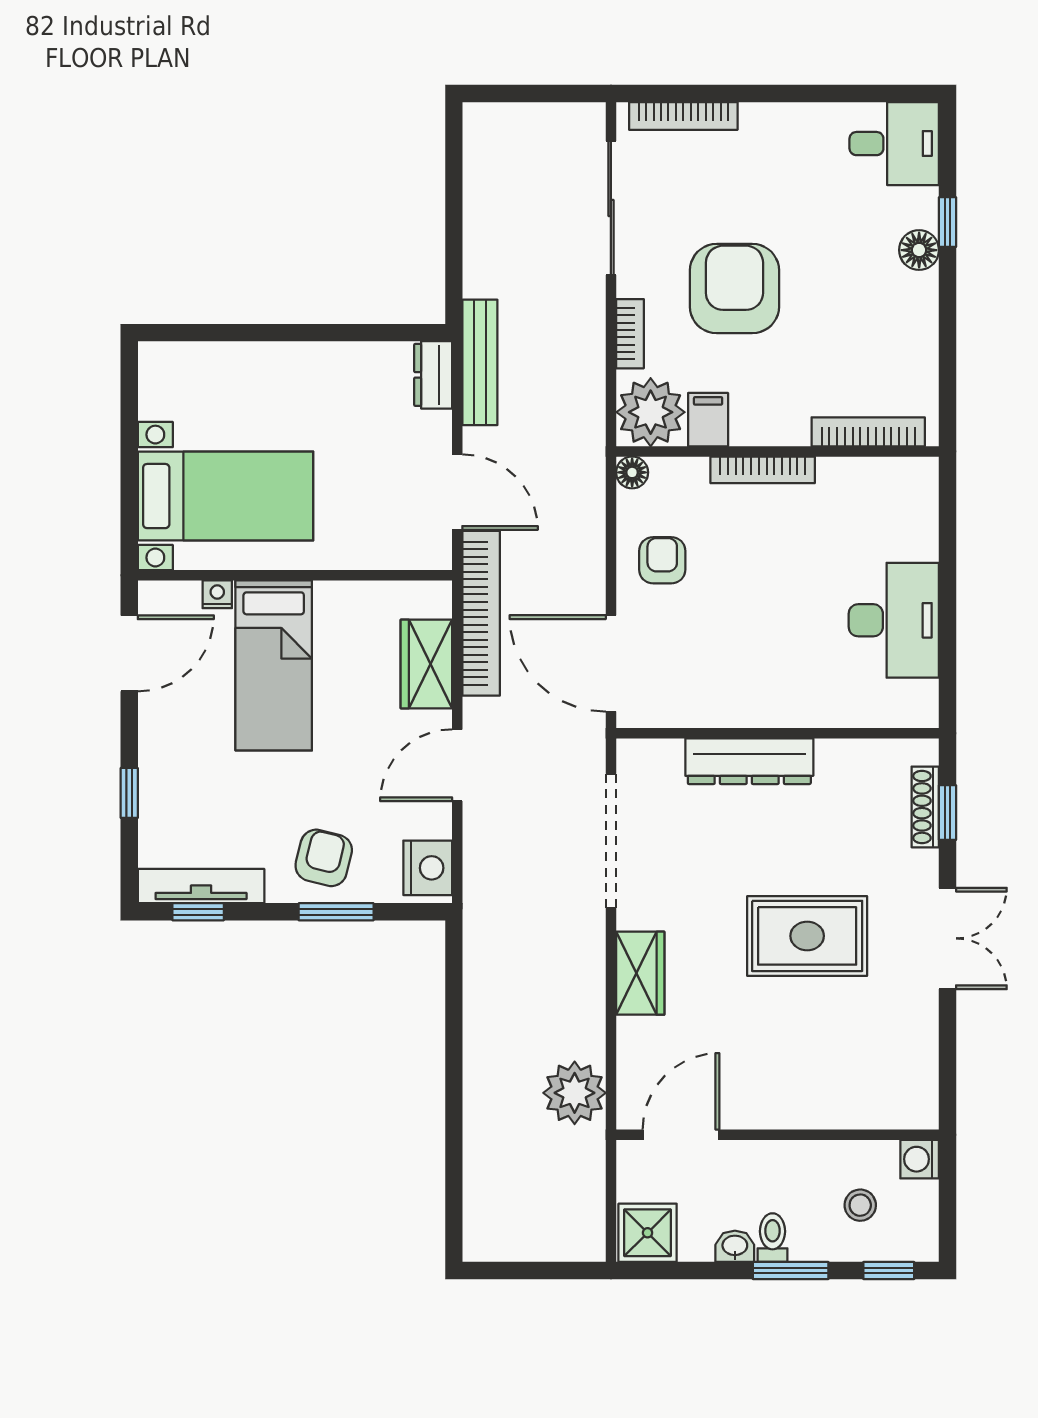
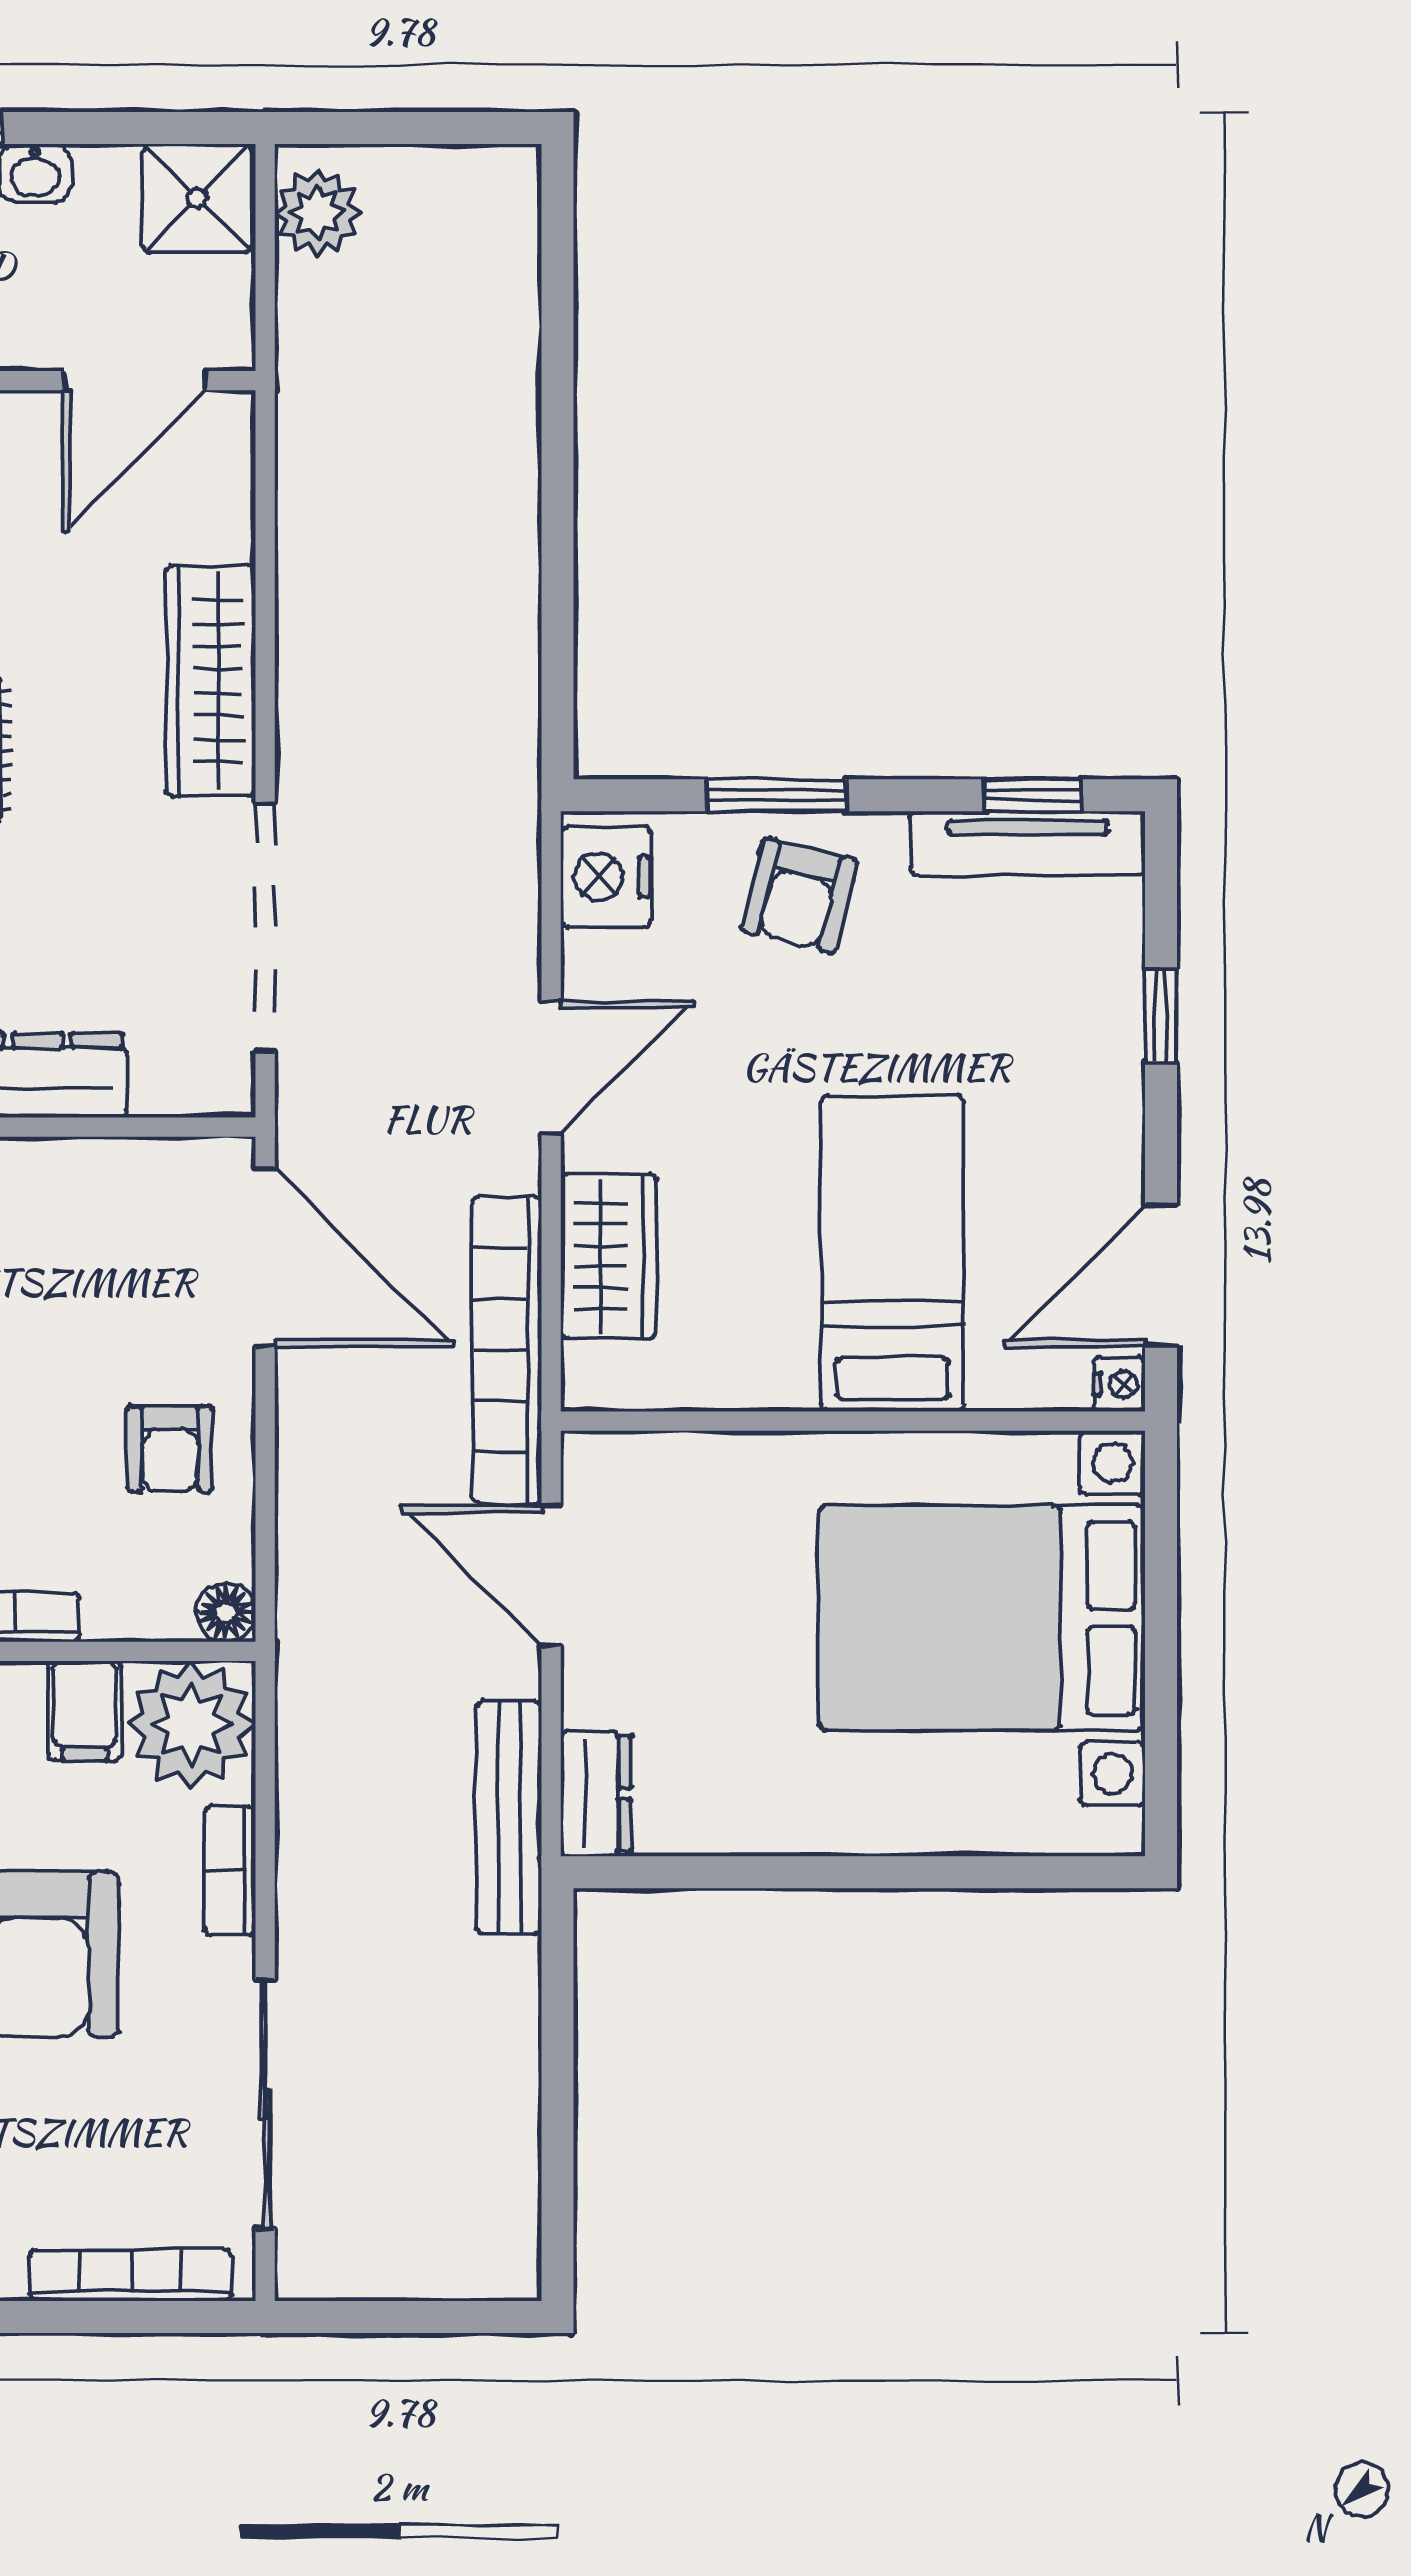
bed with nightstands: (225, 496) -> (982, 1618), width x1.36
nightstand: (217, 594) -> (1119, 1384), moved, turned -90
wardrobe: (640, 973) -> (211, 681), width x1.50
plant: (575, 1093) -> (317, 213), moved, width x0.73, depth x0.73

